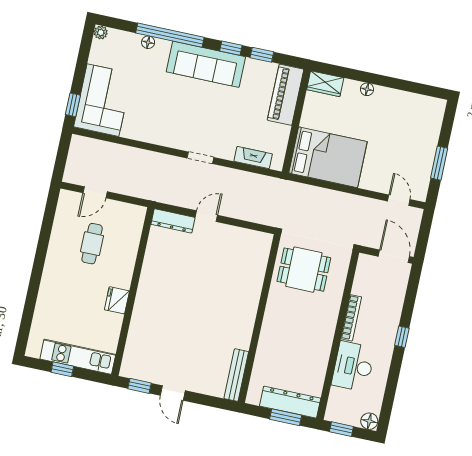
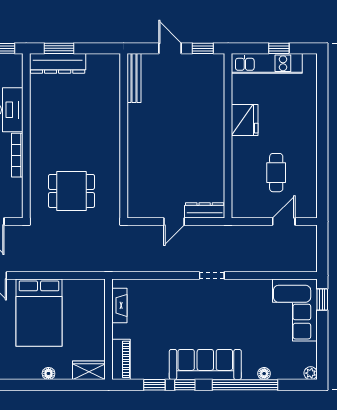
piano: (286, 95) -> (121, 359), width x0.73, depth x0.75
bed: (328, 157) -> (39, 313), moved, turned -90
doorway: (200, 158) -> (212, 275), moved
fireplace: (253, 158) -> (119, 305), moved, turned -90
fridge: (117, 300) -> (245, 120), width x1.36, depth x1.34
wall: (259, 319) -> (124, 136), moved
bench: (236, 375) -> (134, 78), moved

